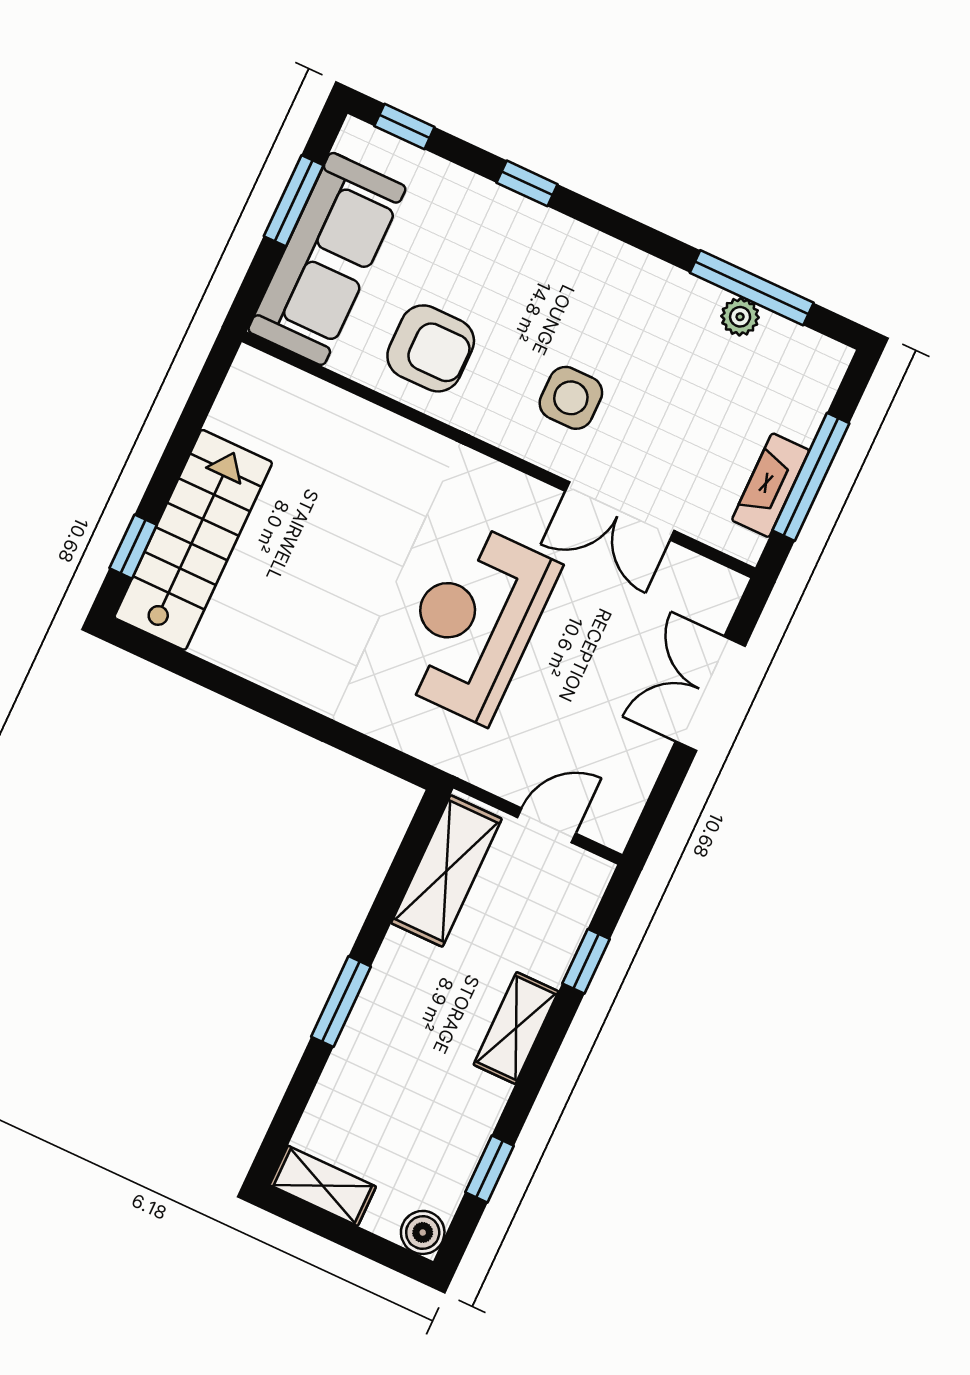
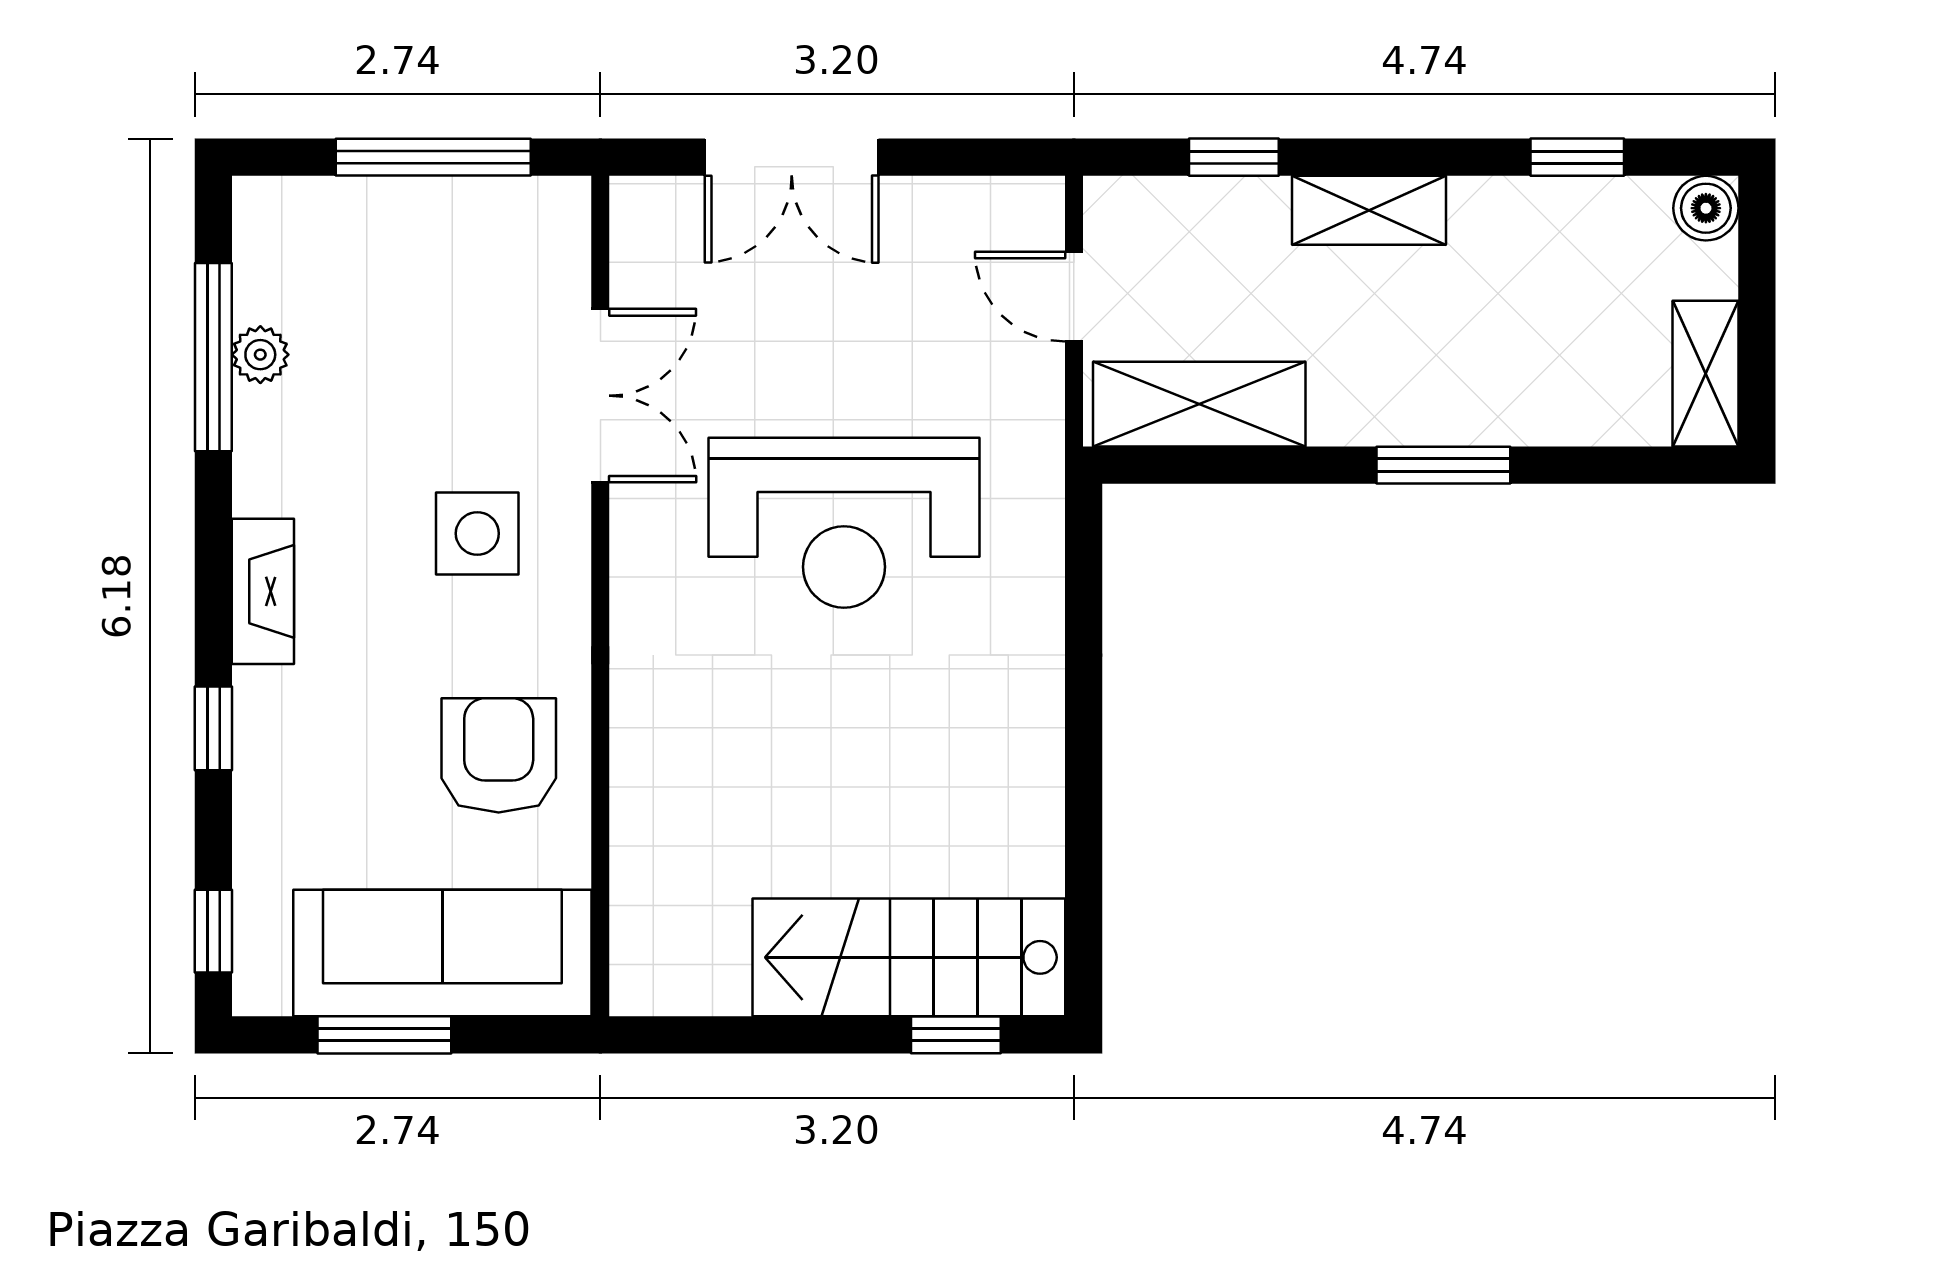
fireplace: (771, 485) -> (263, 591), moved, turned -90

